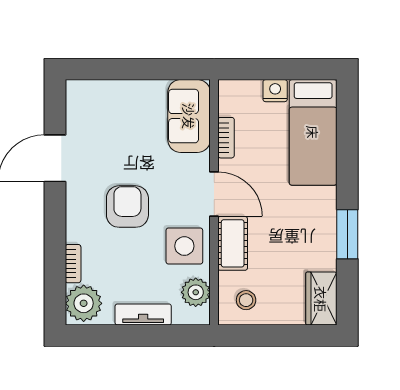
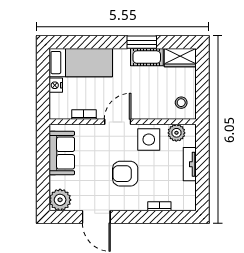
sofa: (189, 116) -> (62, 153), moved, turned -90
cot: (233, 243) -> (147, 57), moved
plant: (84, 303) -> (60, 200), moved

